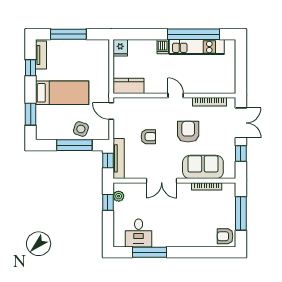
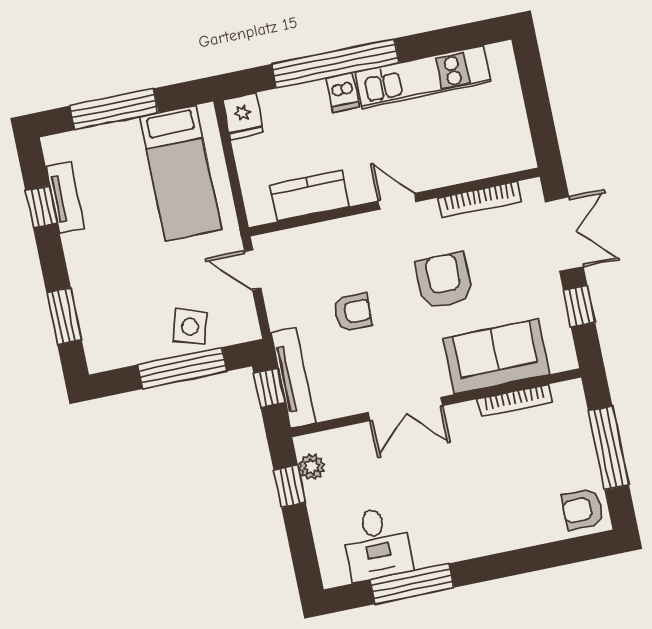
window: (193, 34) -> (335, 63), moved
tv unit: (41, 55) -> (65, 197), moved
kitchen counter: (128, 86) -> (310, 196), moved
bed: (62, 93) -> (181, 173), moved, turned 90

